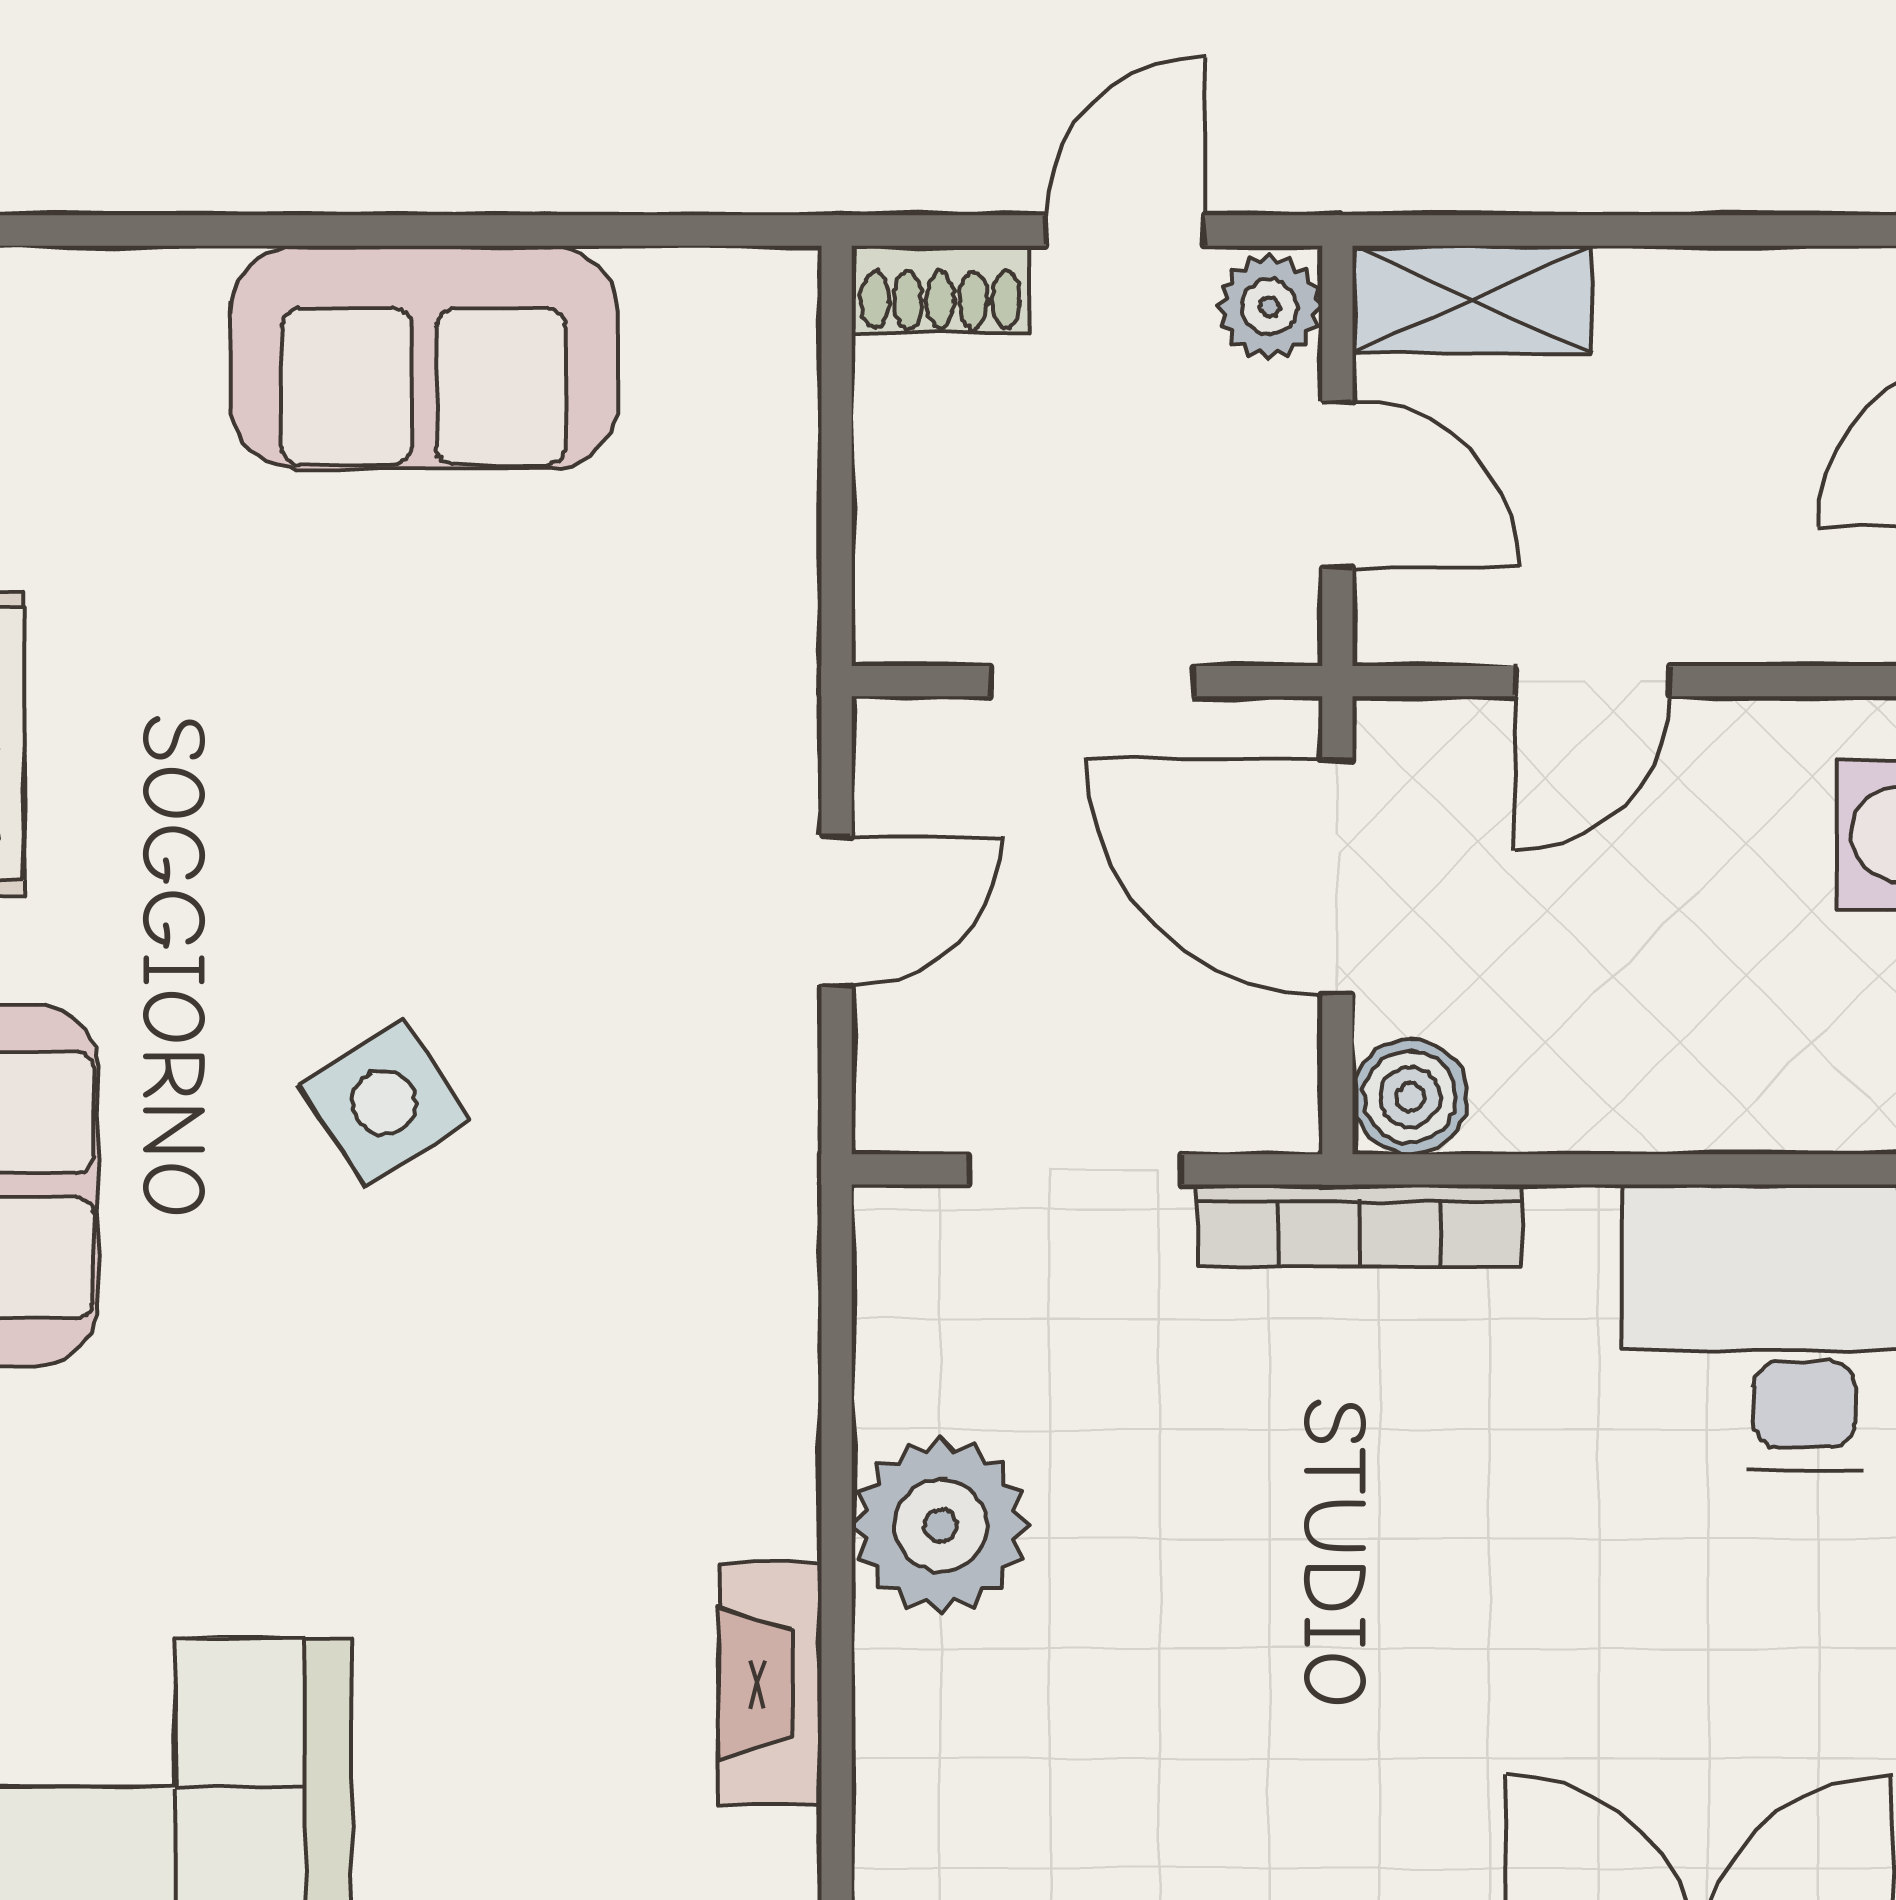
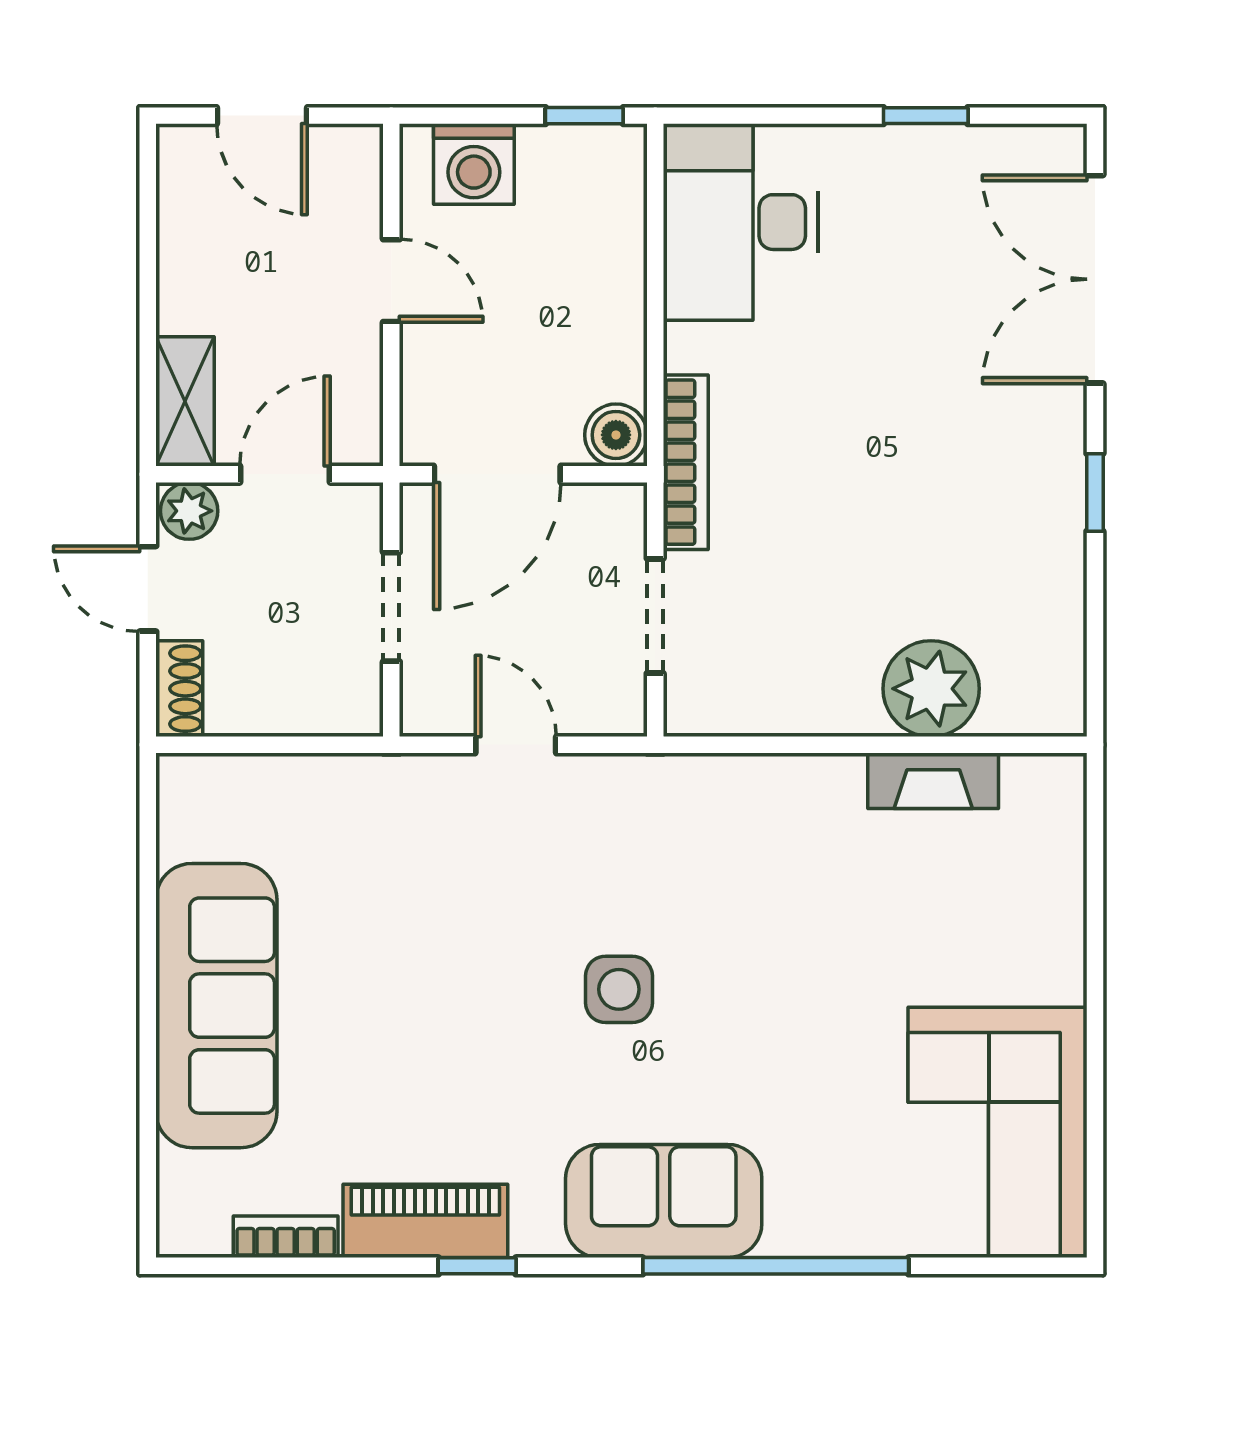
sofa: (424, 357) -> (216, 1006), width x1.36
door: (1592, 681) -> (391, 281), moved
side table: (384, 1102) -> (619, 989), turned 33
plant: (941, 1526) -> (931, 689), moved

